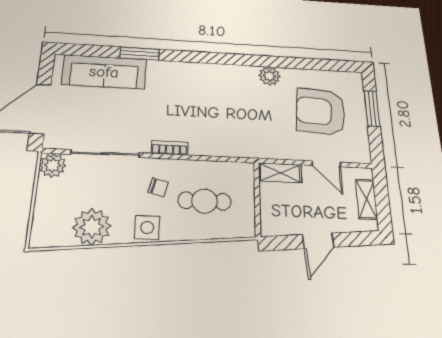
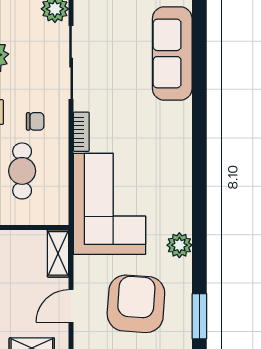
window: (140, 54) -> (199, 316), moved
corner sofa: (235, 128) -> (110, 204), added
chair: (158, 187) -> (35, 121), turned -105

